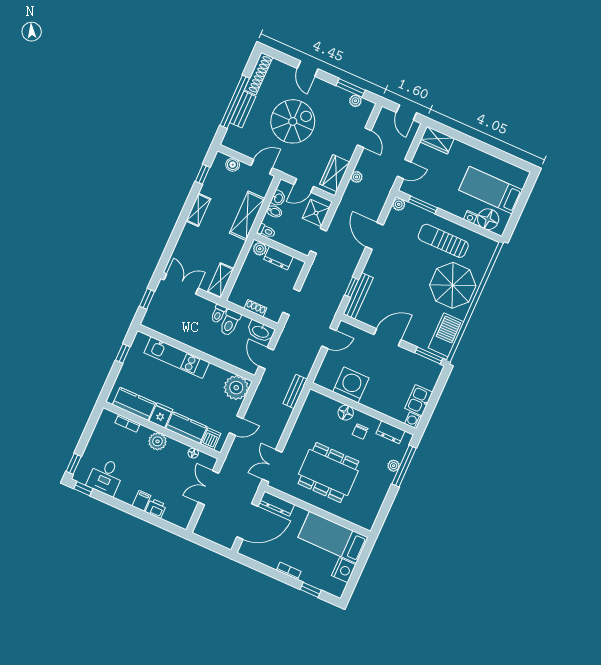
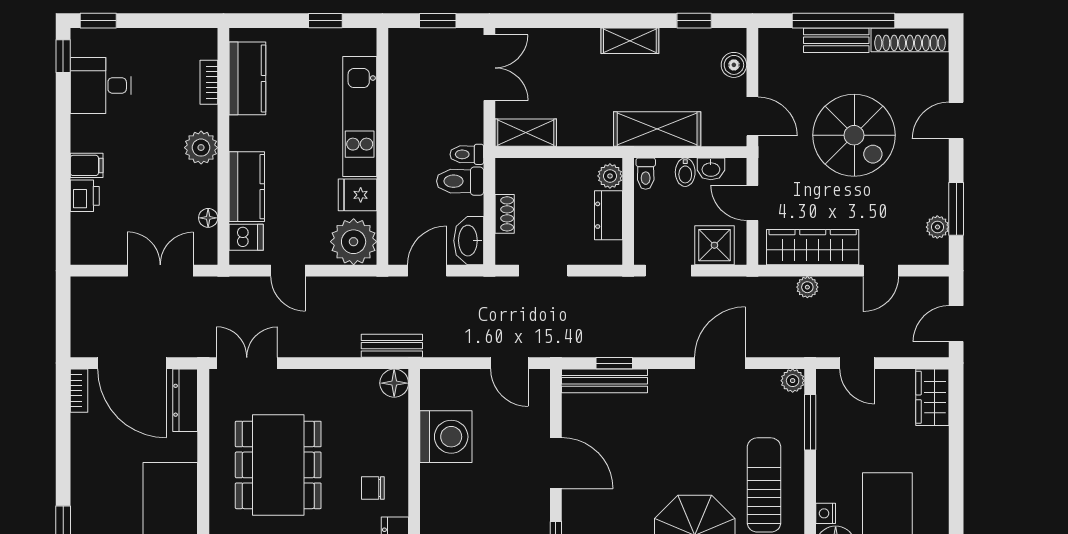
wardrobe: (335, 173) -> (813, 247), width x1.50
floor lamp: (346, 413) -> (394, 383), moved
fridge: (161, 415) -> (357, 195), moved, turned 180
bookcase: (289, 571) -> (79, 391), moved

